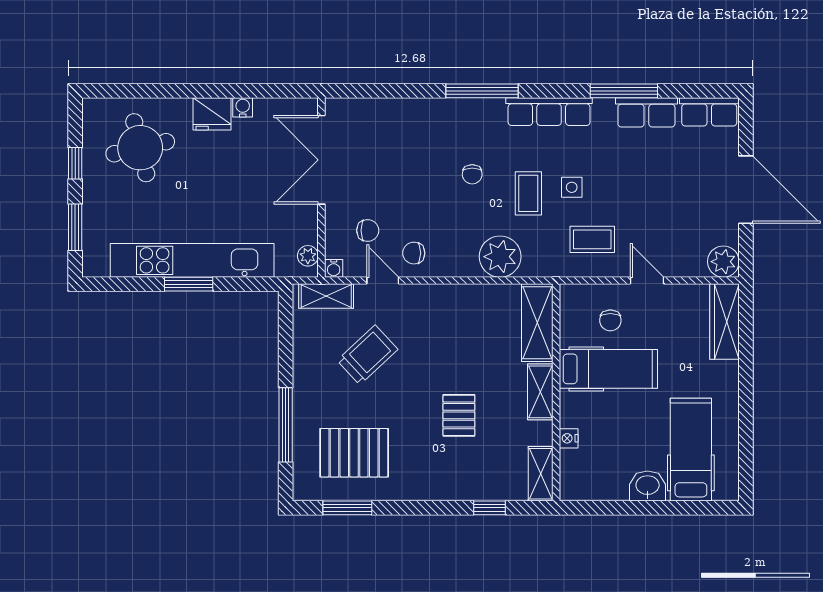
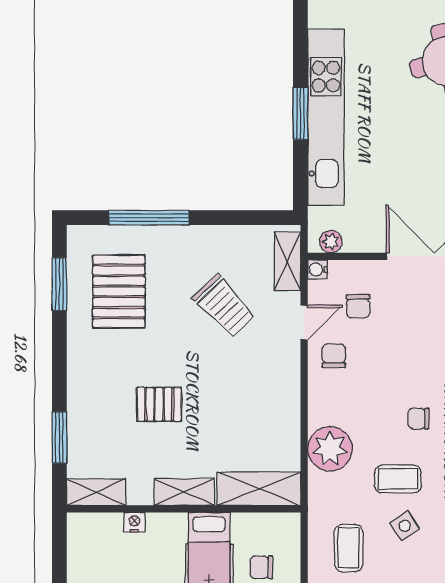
side table: (572, 187) -> (405, 526), turned -34
window: (490, 508) -> (59, 437), width x1.50

